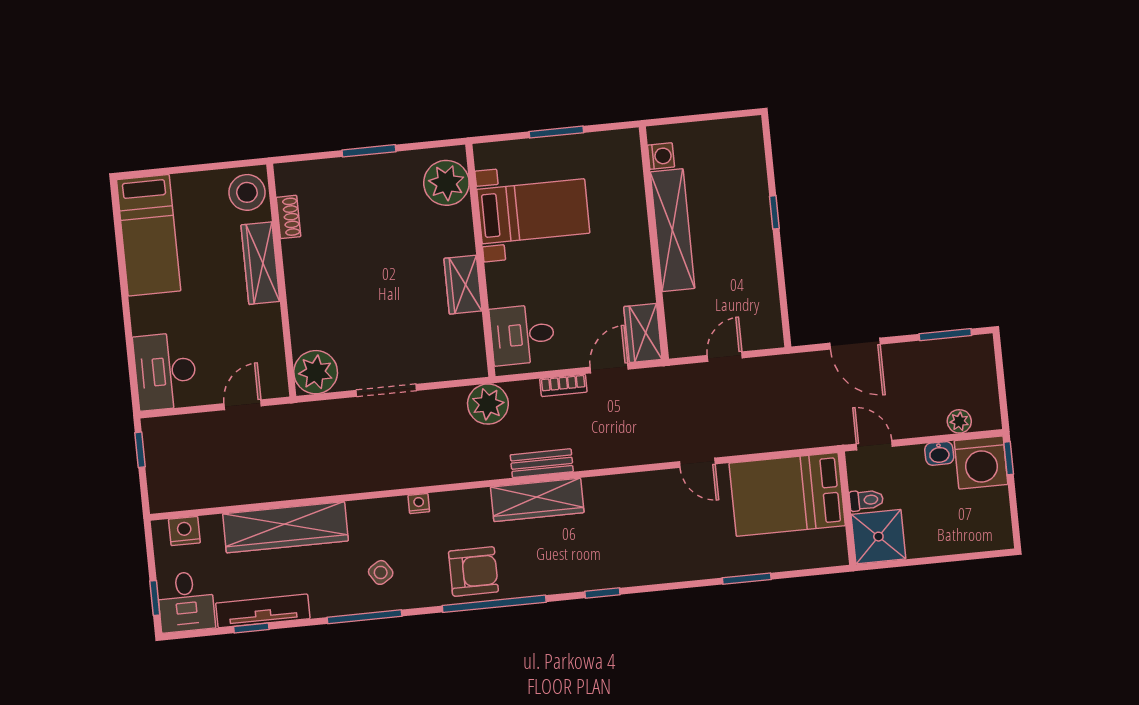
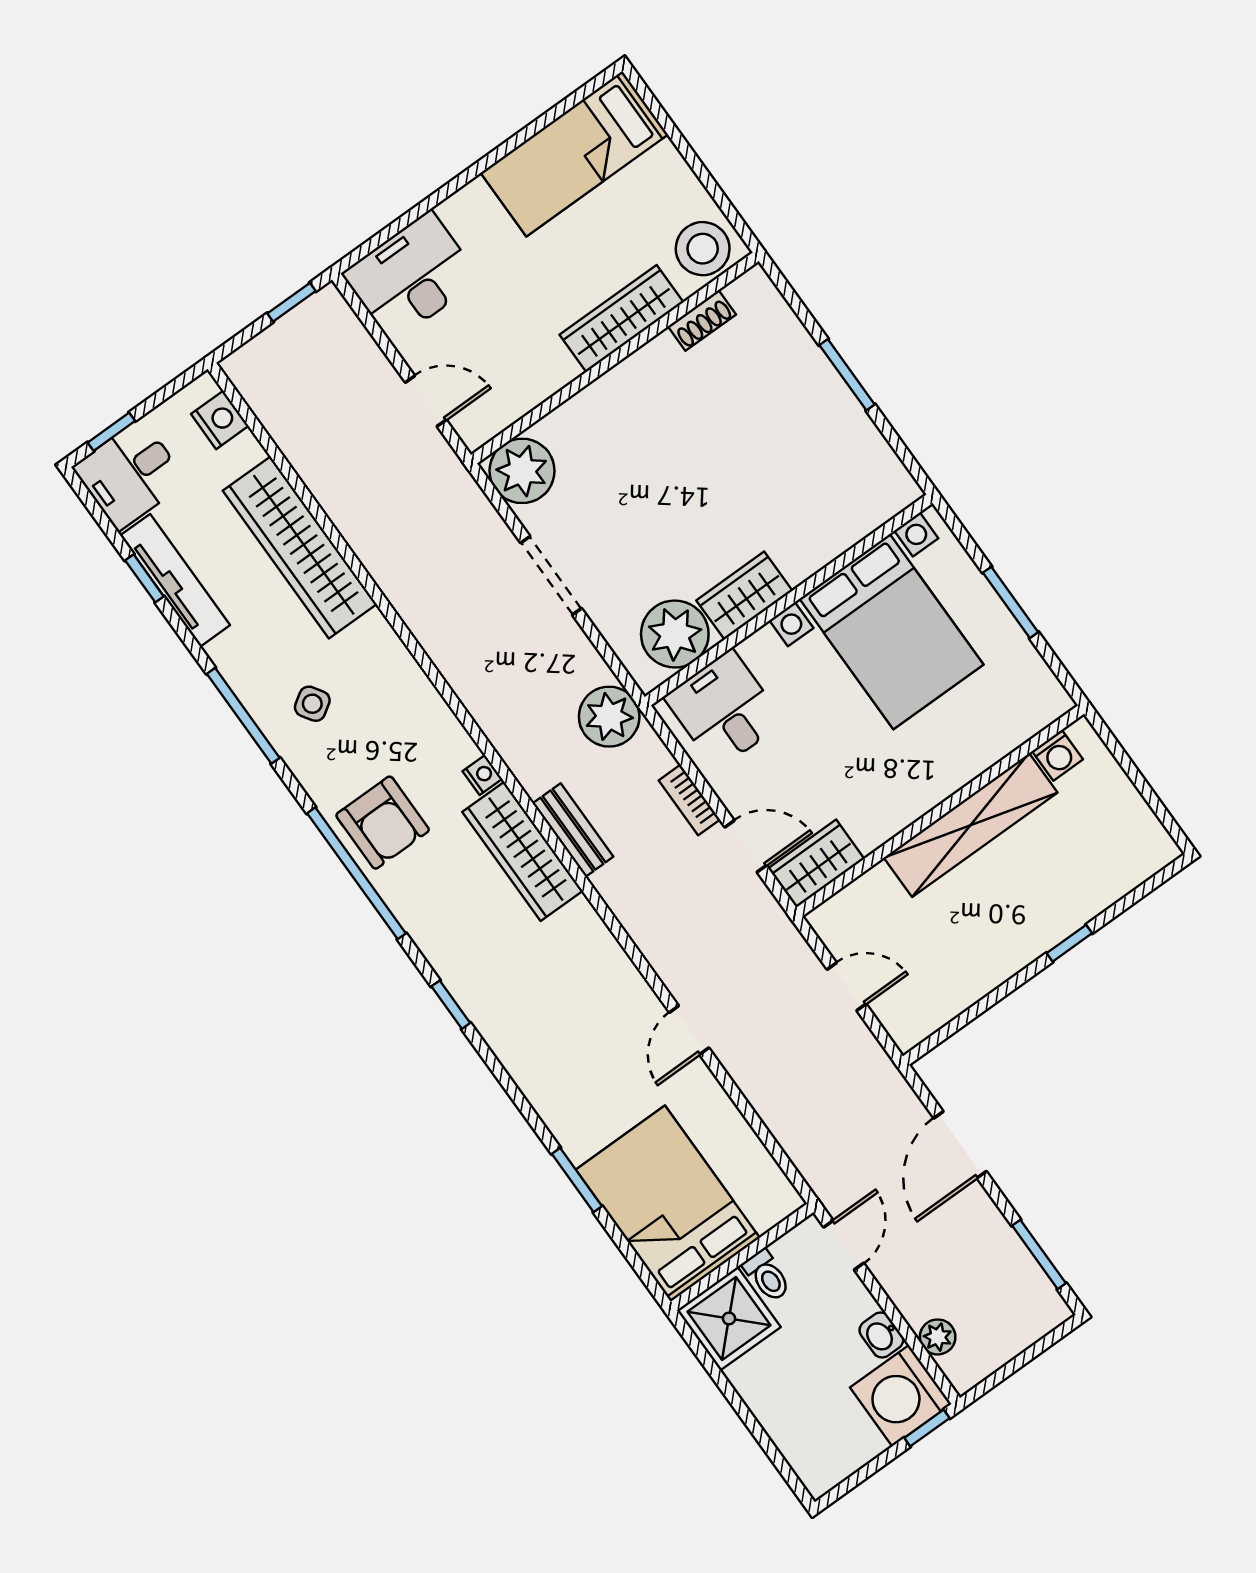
plant: (446, 183) -> (675, 634), moved
bed with nightstands: (533, 211) -> (891, 632), width x1.36
bed: (787, 494) -> (668, 1204), moved
nightstand: (419, 503) -> (482, 775), moved

